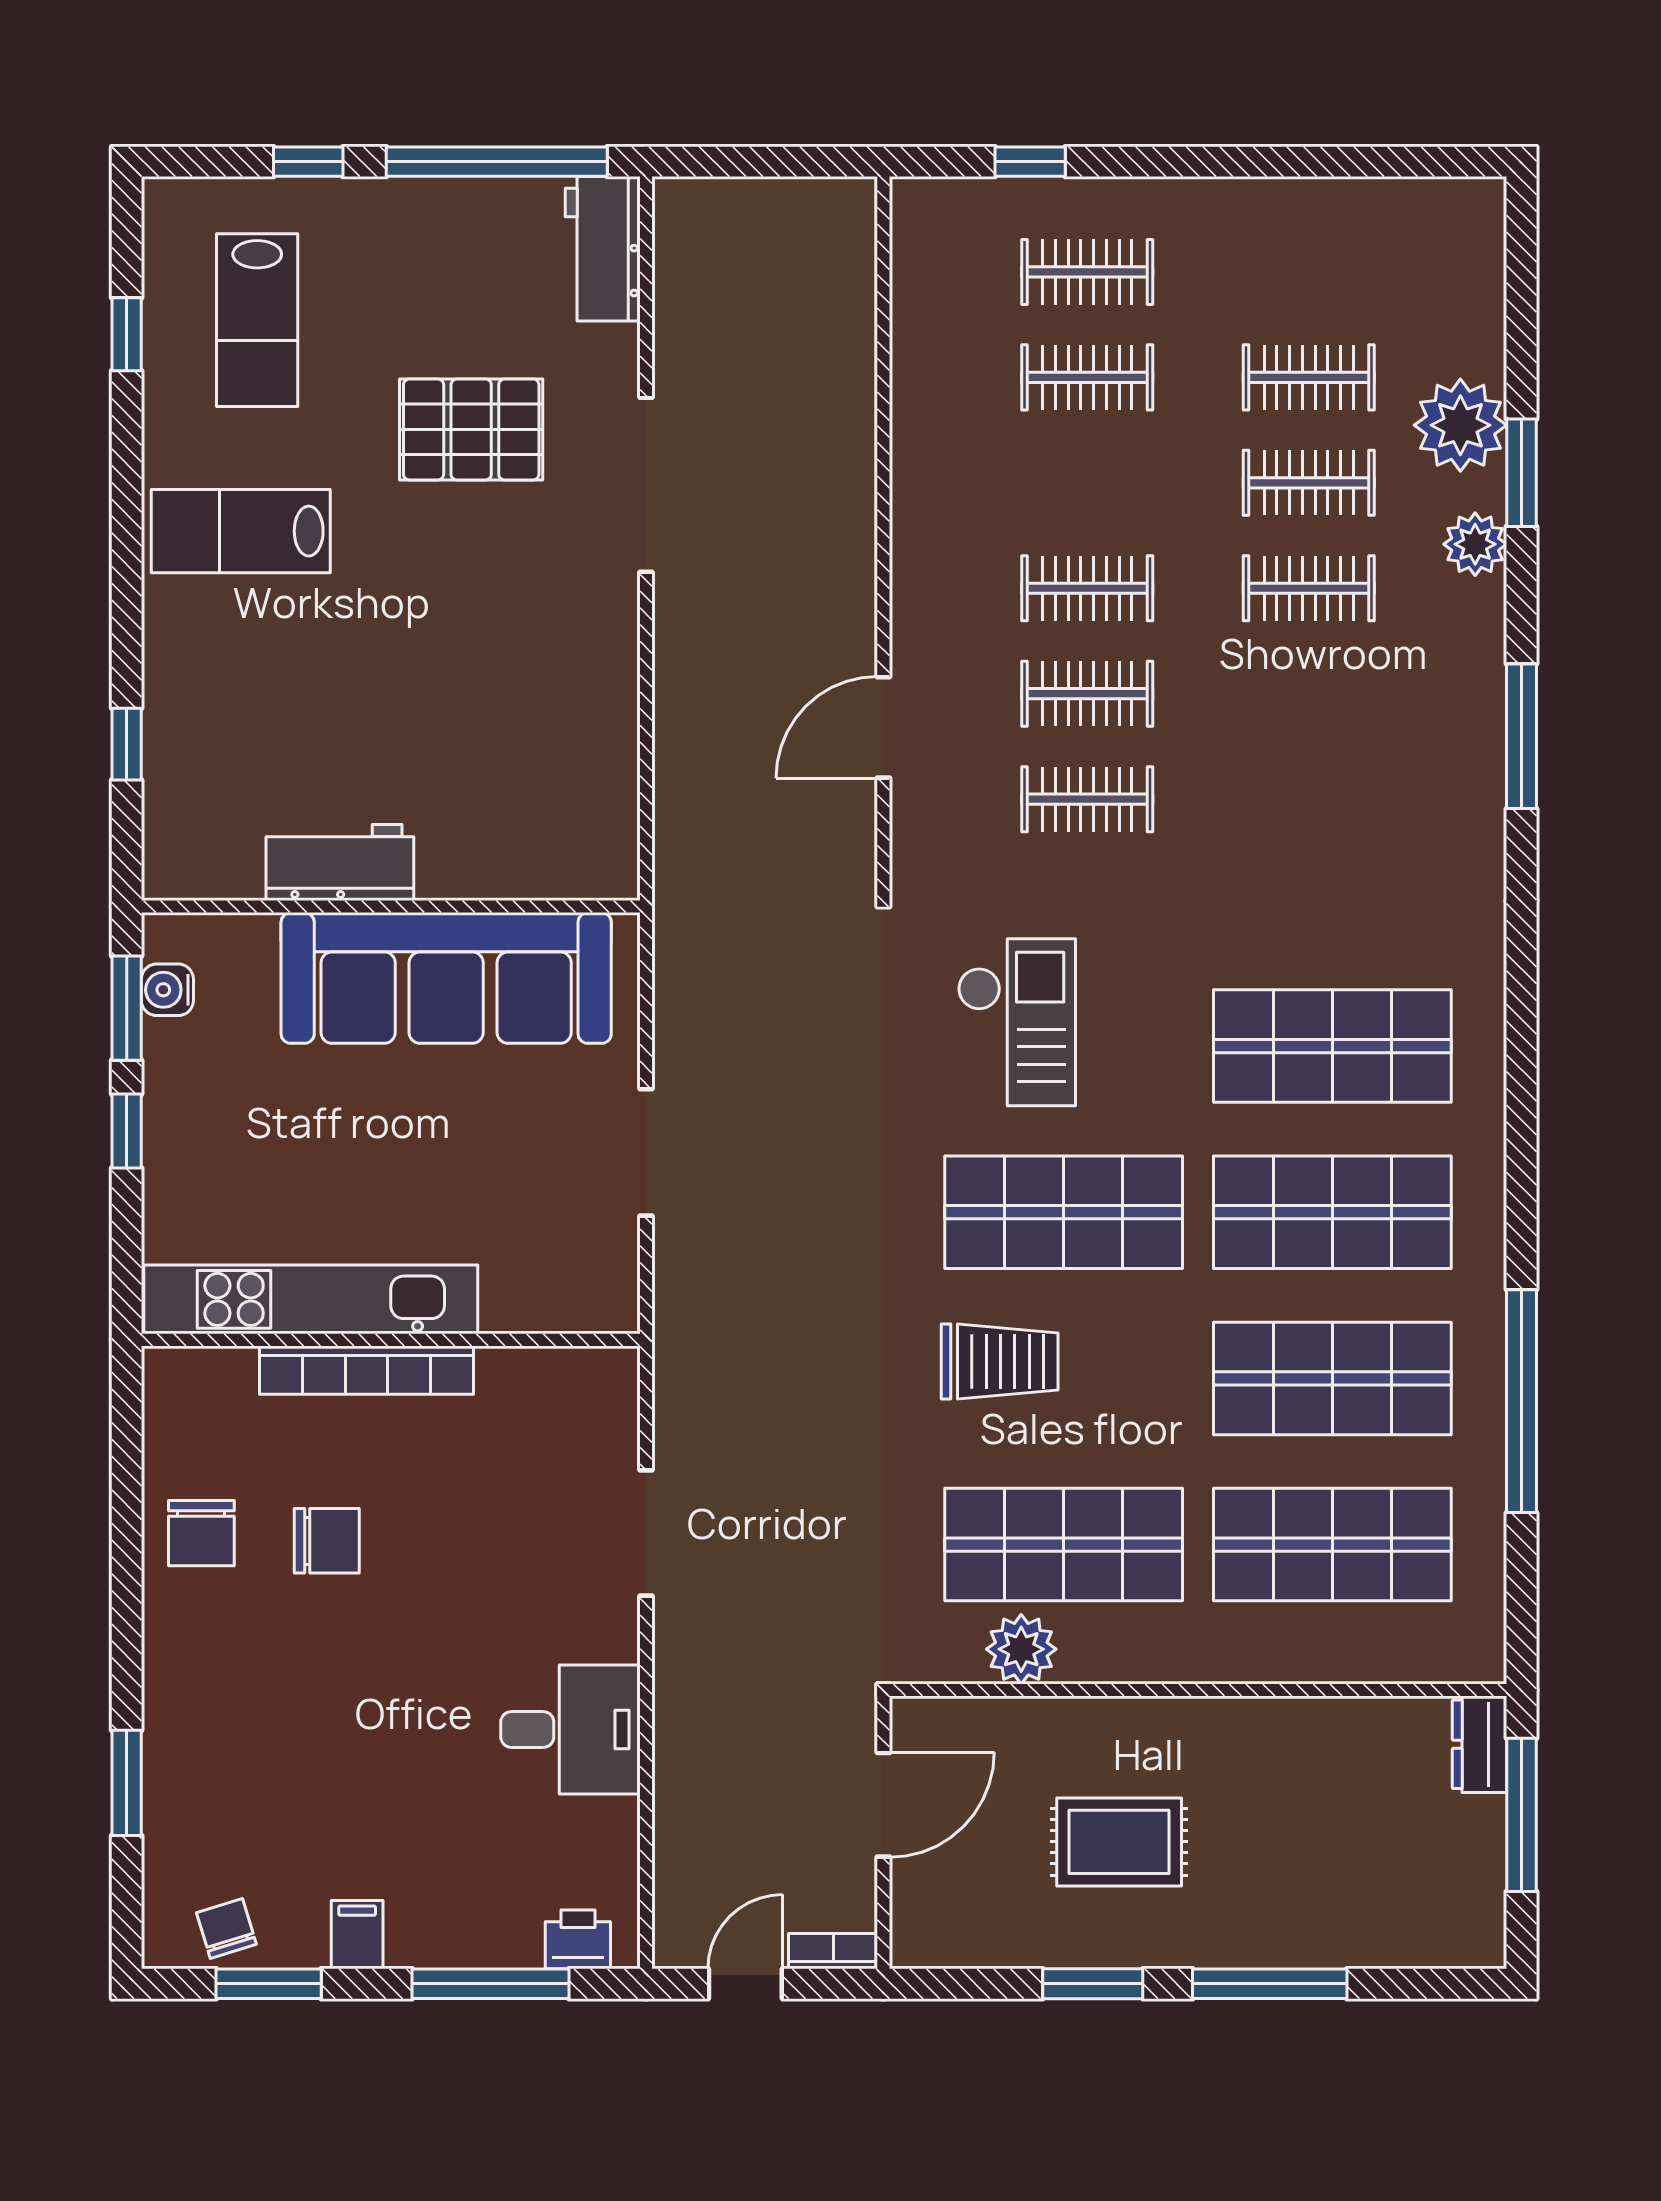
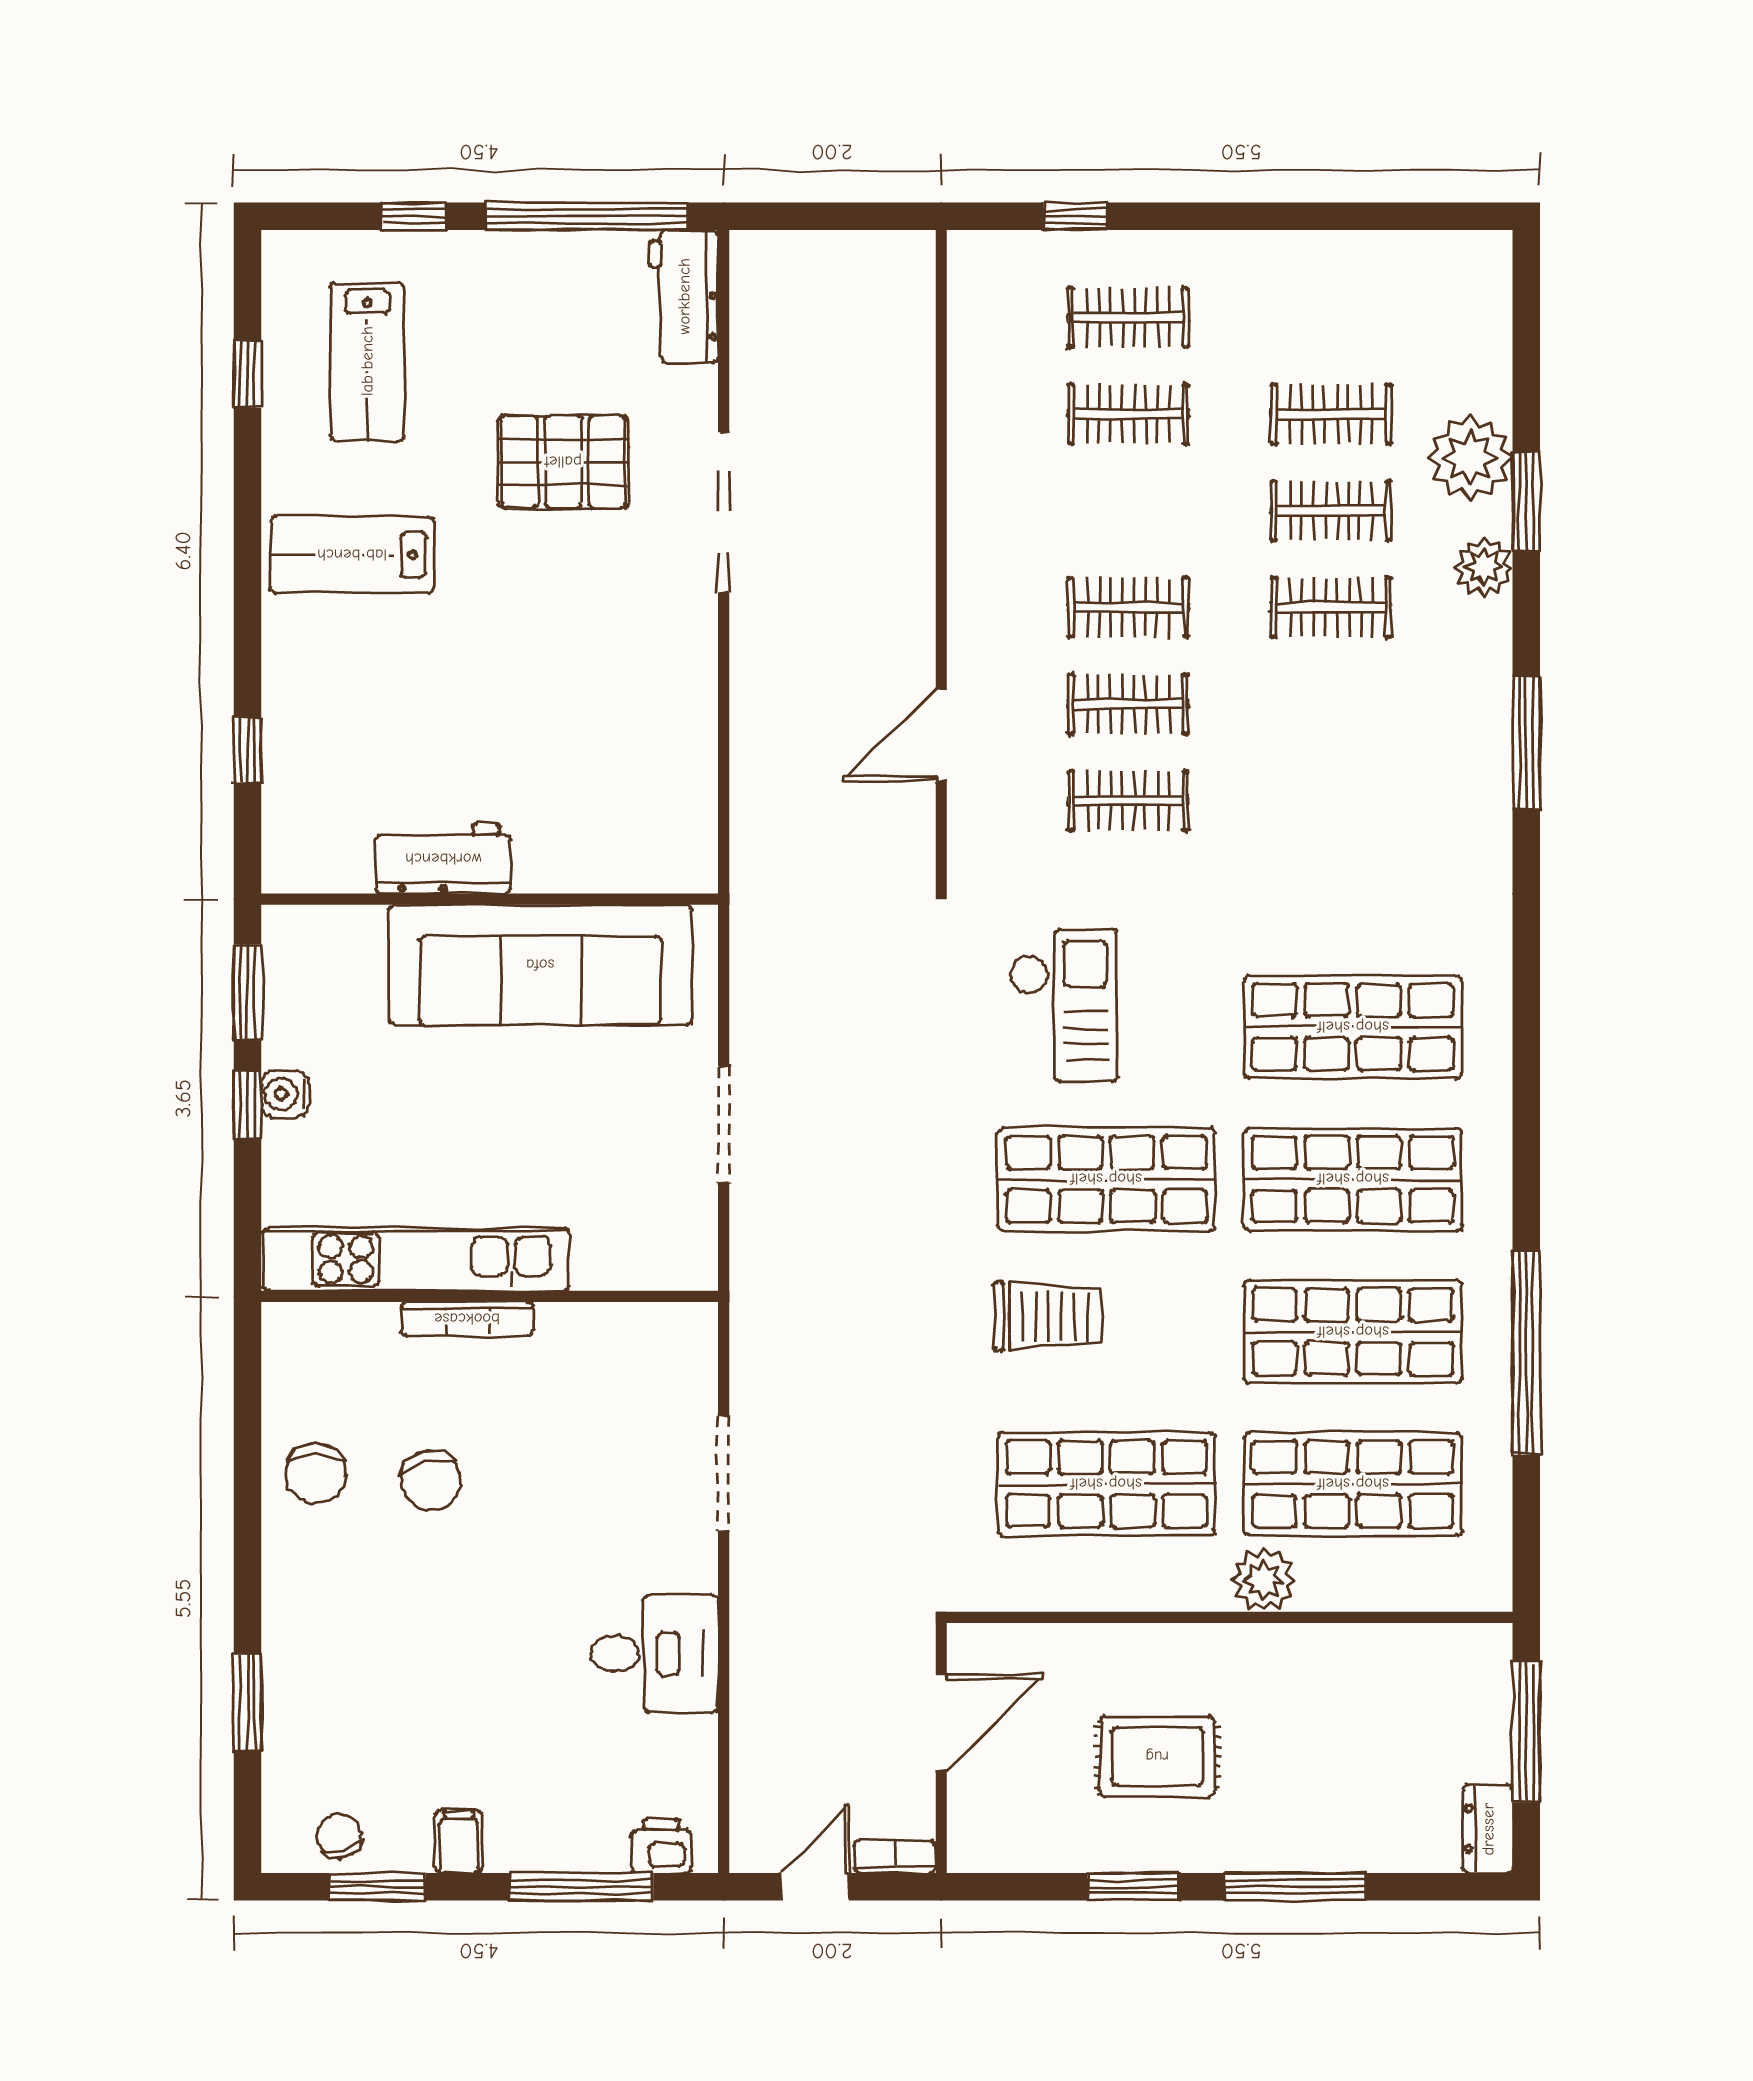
water cooler: (167, 990) -> (285, 1094), moved
bookcase: (366, 1370) -> (467, 1319), width x0.68, depth x0.76
chair: (327, 1541) -> (431, 1481), turned 75
plant: (1021, 1649) -> (1264, 1580), moved
dresser: (1479, 1744) -> (1488, 1829), moved

